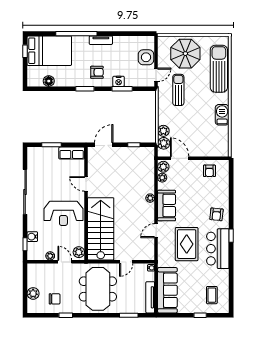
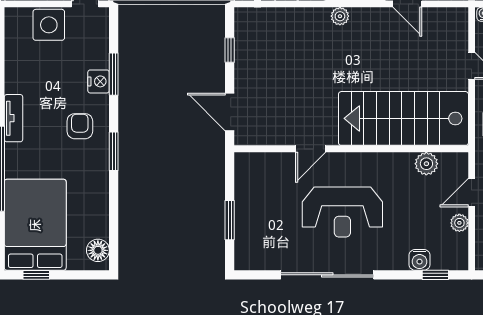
floor lamp: (49, 81) -> (98, 250), moved
row of seats: (72, 153) -> (247, 178), removed
reception desk: (63, 213) -> (342, 212), moved, turned 90
plant: (79, 252) -> (426, 164), moved

